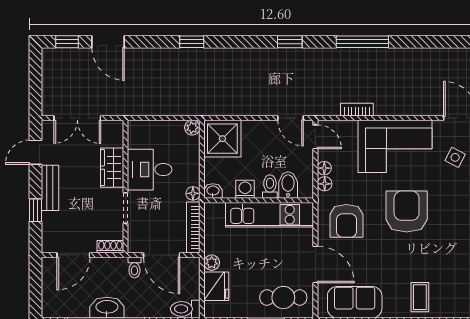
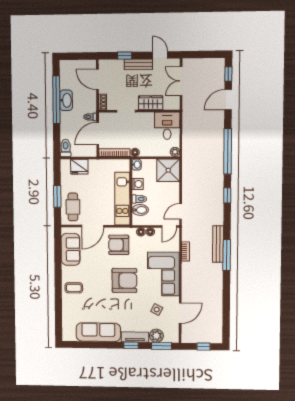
window: (192, 42) -> (228, 151), width x3.17
window: (290, 42) -> (227, 195), moved
bench: (344, 56) -> (218, 244), added
desk: (150, 170) -> (167, 126), moved
plant: (212, 263) -> (93, 164), removed

